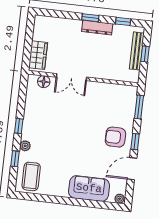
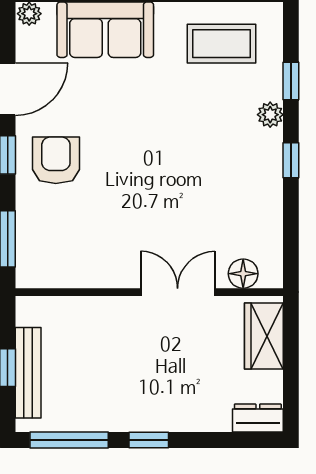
window: (123, 21) -> (69, 440), width x2.17
dresser: (97, 28) -> (258, 418), moved, width x0.70
armchair: (115, 137) -> (56, 160), turned -90
coffee table: (31, 176) -> (222, 44), moved, turned 90

